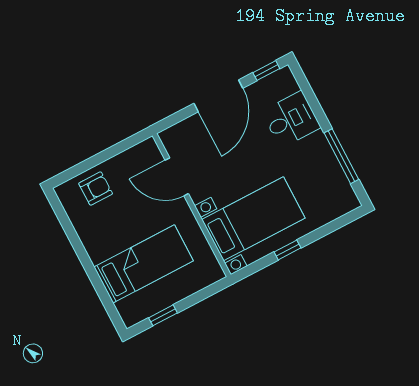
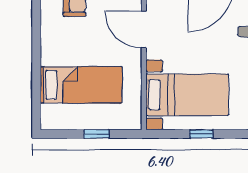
window: (163, 315) -> (97, 134), moved

